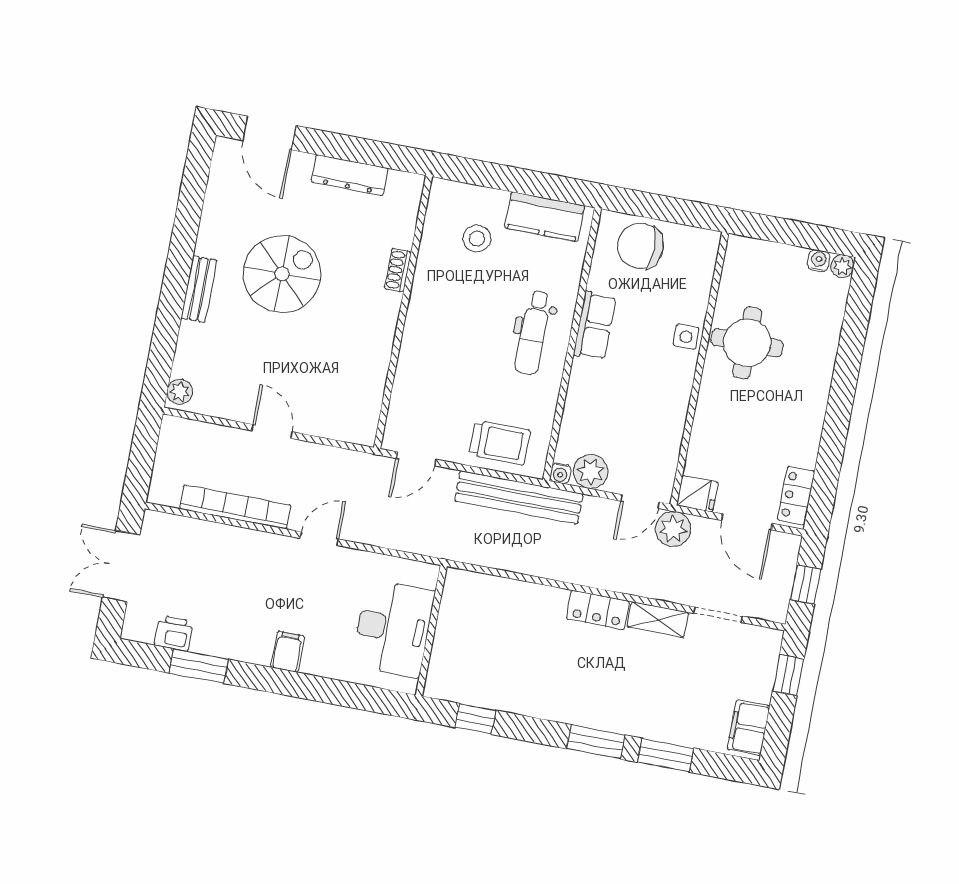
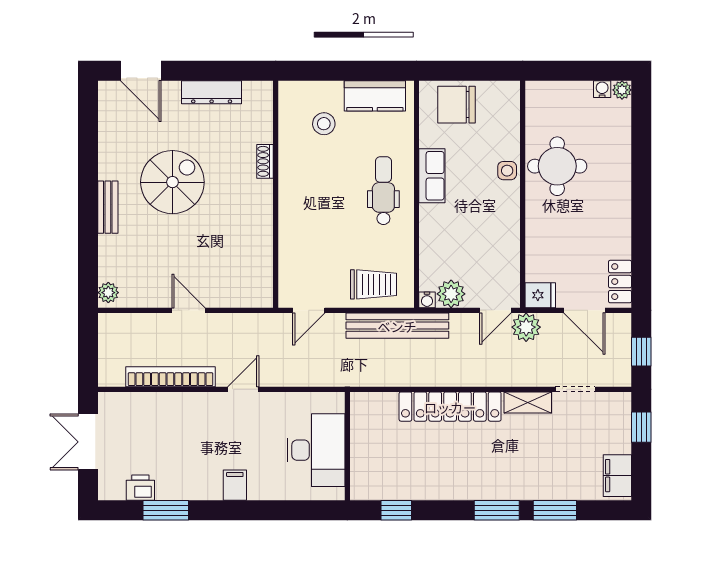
dental chair: (533, 332) -> (383, 191), turned 180
locker: (598, 610) -> (450, 407), width x2.16, depth x1.21

